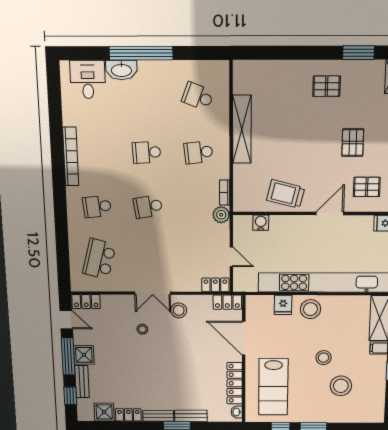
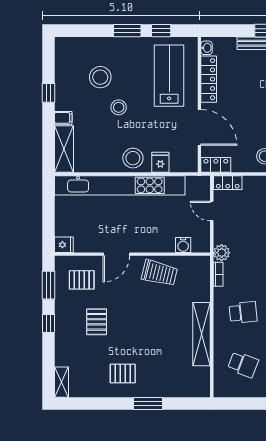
window: (359, 53) -> (148, 404), moved

